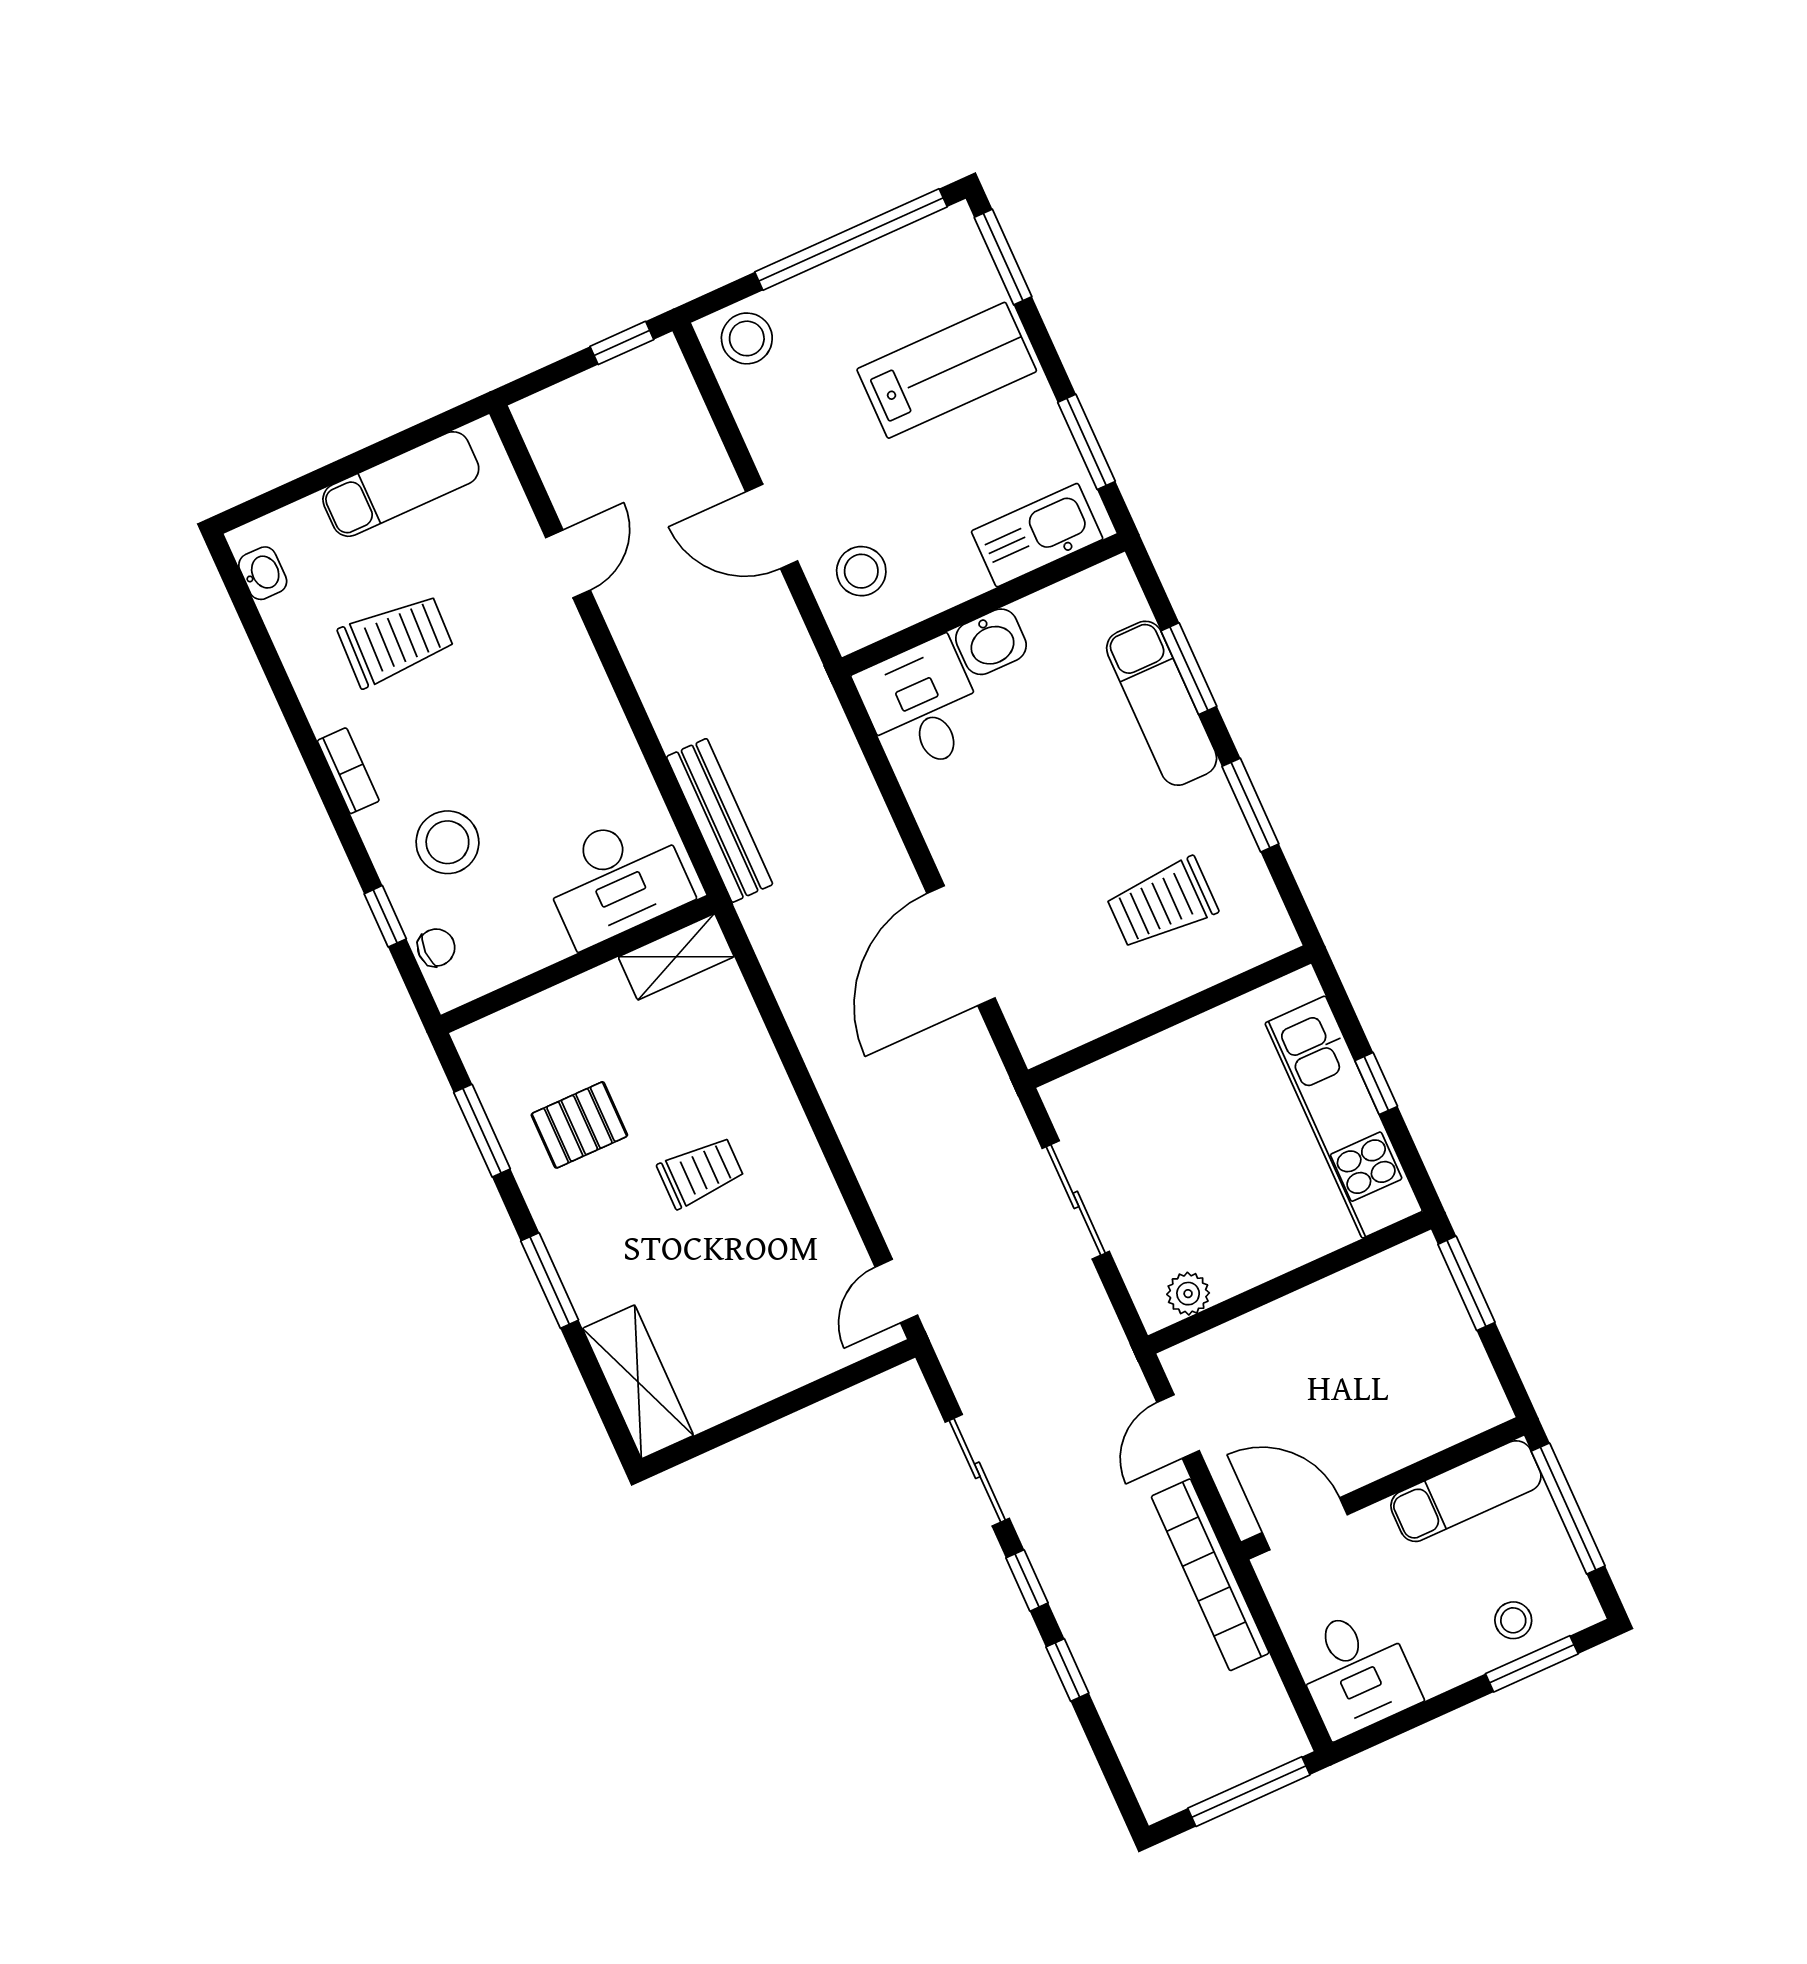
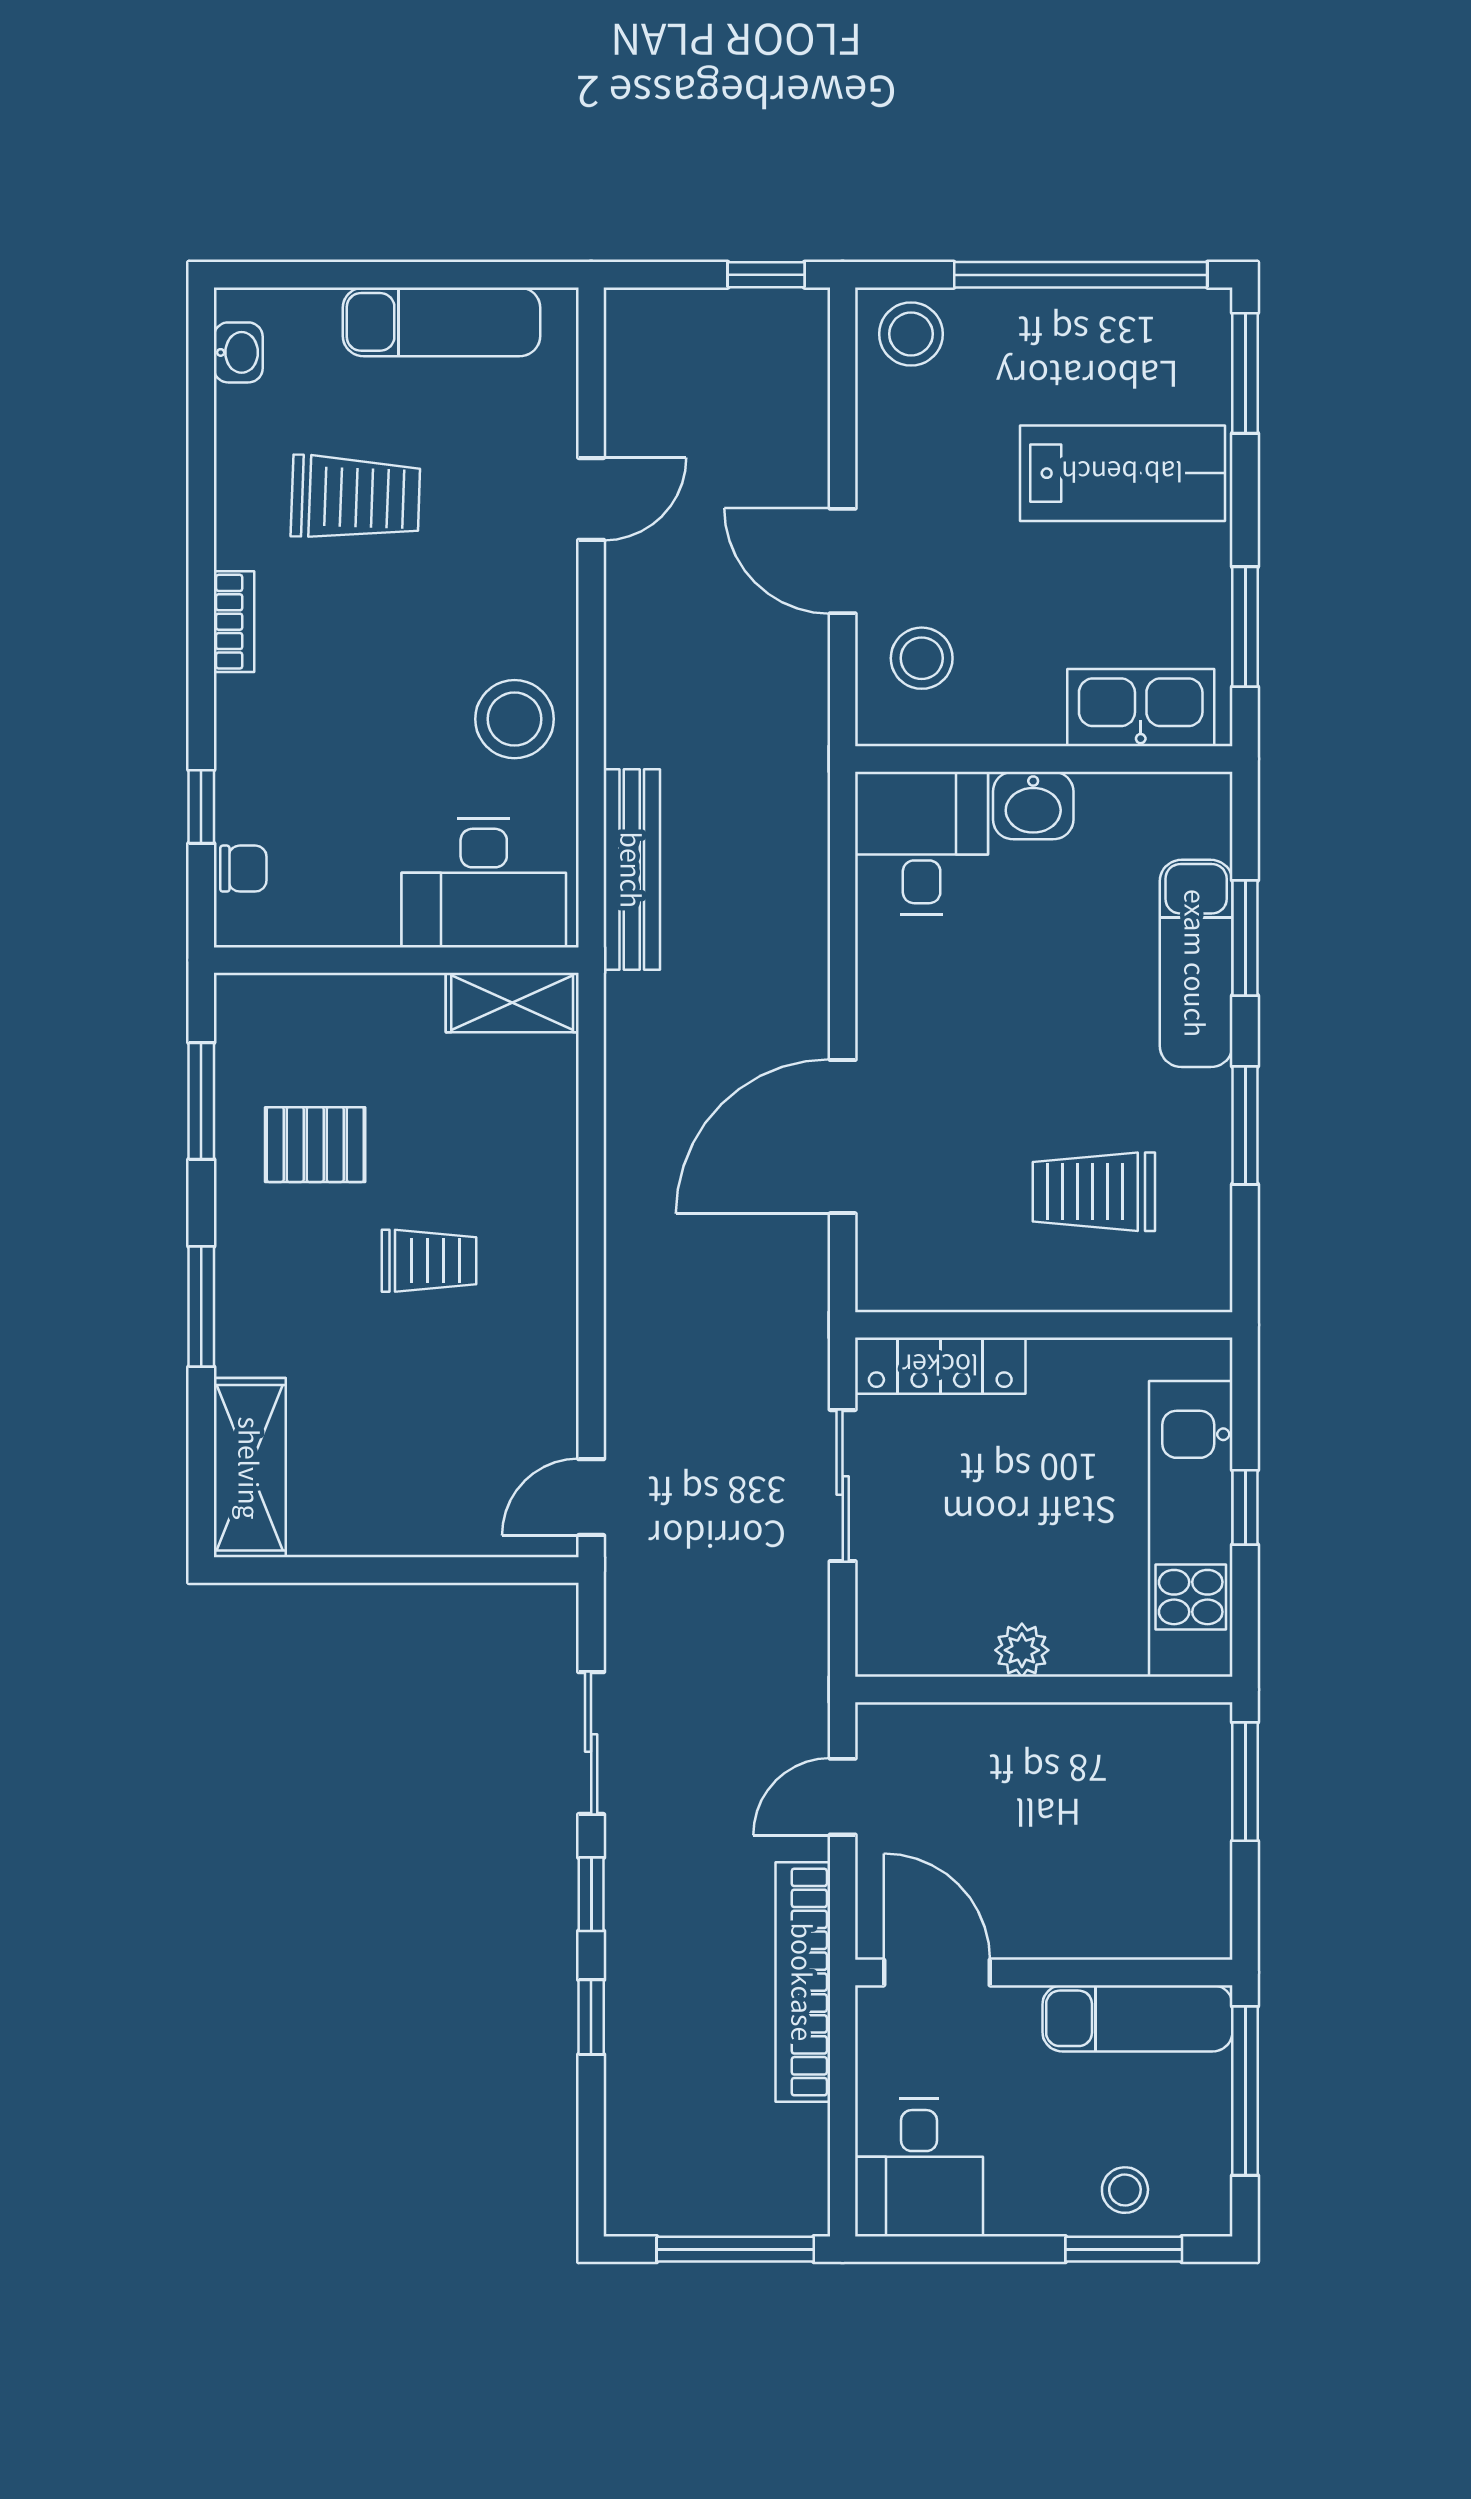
stool: (447, 842) -> (514, 719), moved
locker: (1108, 1080) -> (940, 1366), added
plant: (1188, 1294) -> (1022, 1650), moved

